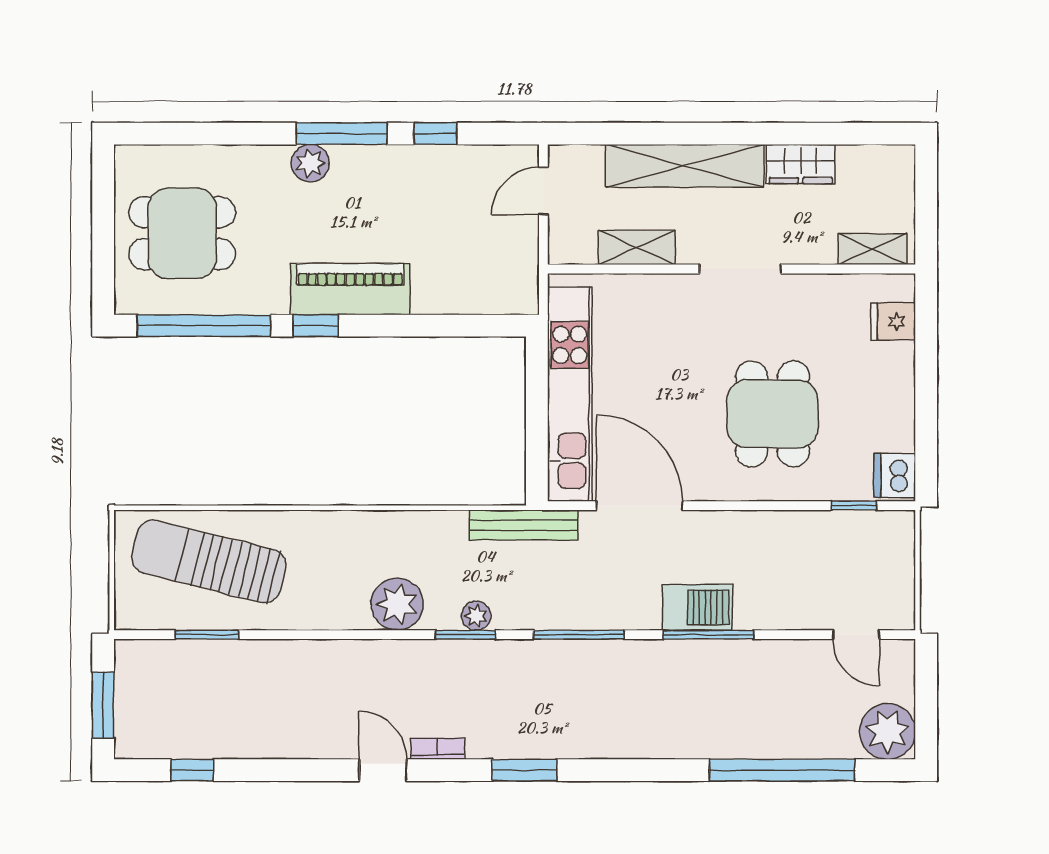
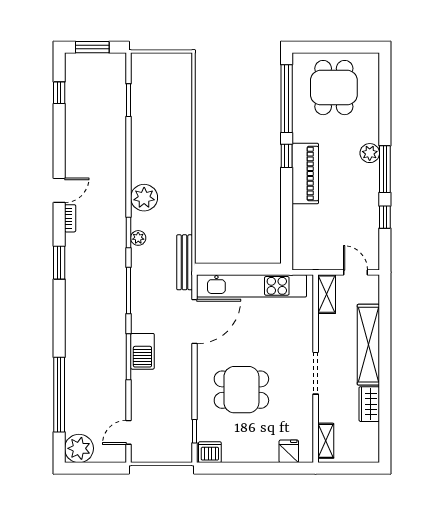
shelving: (637, 247) -> (327, 294), moved
sun lounger: (209, 561) -> (166, 101), removed

